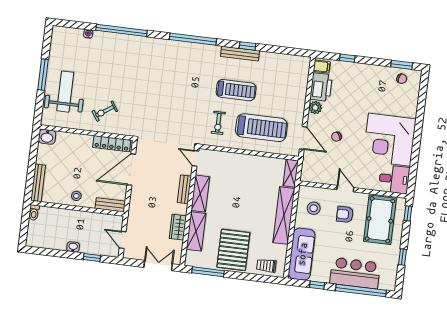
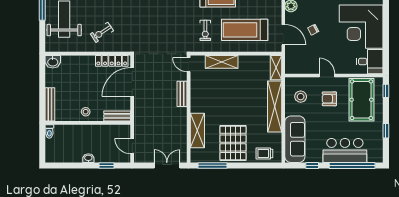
treadmill: (261, 128) -> (245, 30), turned 180
shelving: (200, 194) -> (222, 62), moved, turned 90
wardrobe: (178, 227) -> (180, 129), removed

